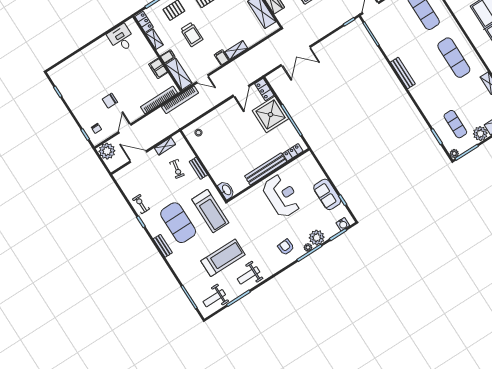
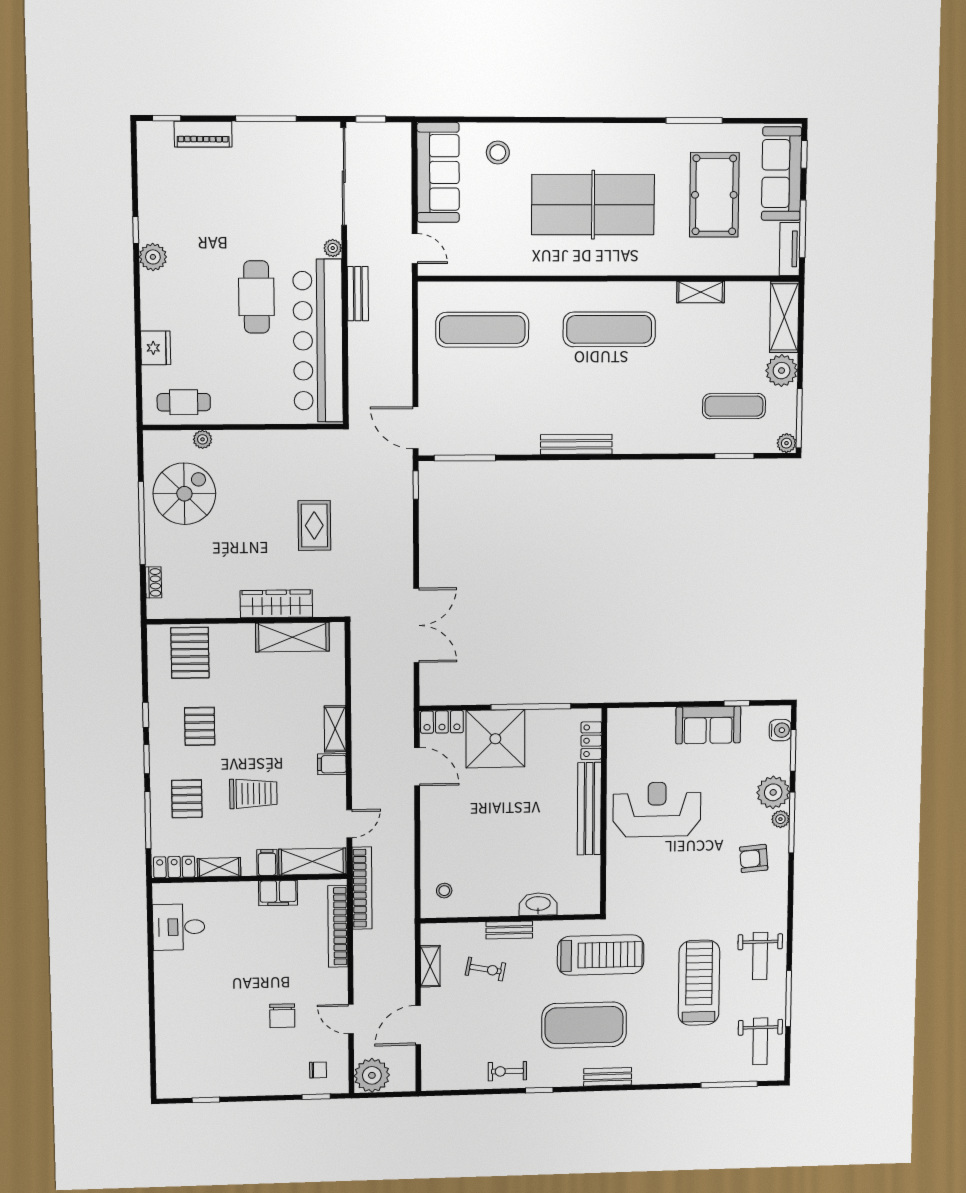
washbasin: (226, 190) -> (538, 904), moved

